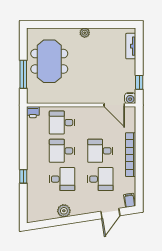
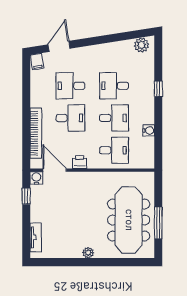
meeting table: (49, 61) -> (129, 220), width x1.36
window: (23, 74) -> (158, 223), moved
printer: (33, 112) -> (80, 162), moved
water cooler: (32, 140) -> (149, 130), added
bookcase: (131, 155) -> (36, 133), moved
plant: (64, 211) -> (141, 45), moved

